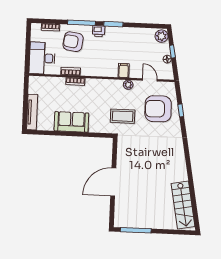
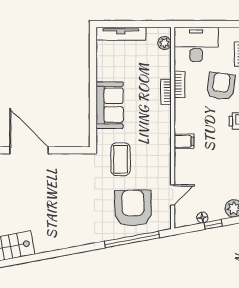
filing cabinet: (124, 71) -> (184, 141), moved
plant: (128, 85) -> (164, 43), moved
window: (181, 110) -> (132, 239), width x3.17
sofa: (71, 122) -> (110, 105), moved

